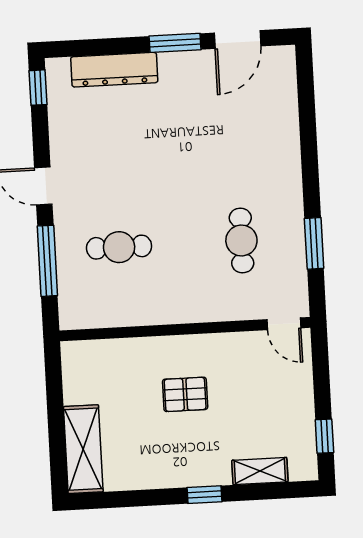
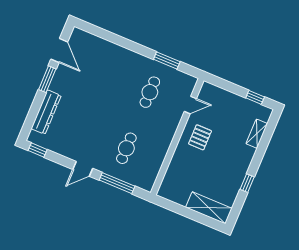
cafe table: (241, 240) -> (150, 92), turned 90
door: (284, 324) -> (190, 105), moved
pallet: (185, 394) -> (200, 137), moved
window: (205, 495) -> (247, 183), moved

